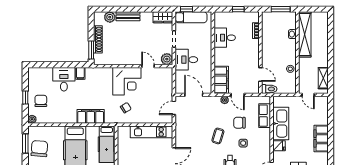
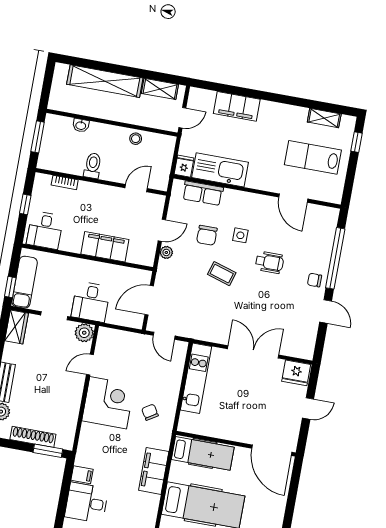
shelving: (305, 34) -> (105, 81), moved
desk: (225, 38) -> (45, 230), moved
filing cabinet: (221, 80) -> (105, 247), moved
toilet: (269, 89) -> (93, 166), moved
filing cabinet: (321, 139) -> (237, 106), moved
fridge: (279, 146) -> (184, 166), moved

